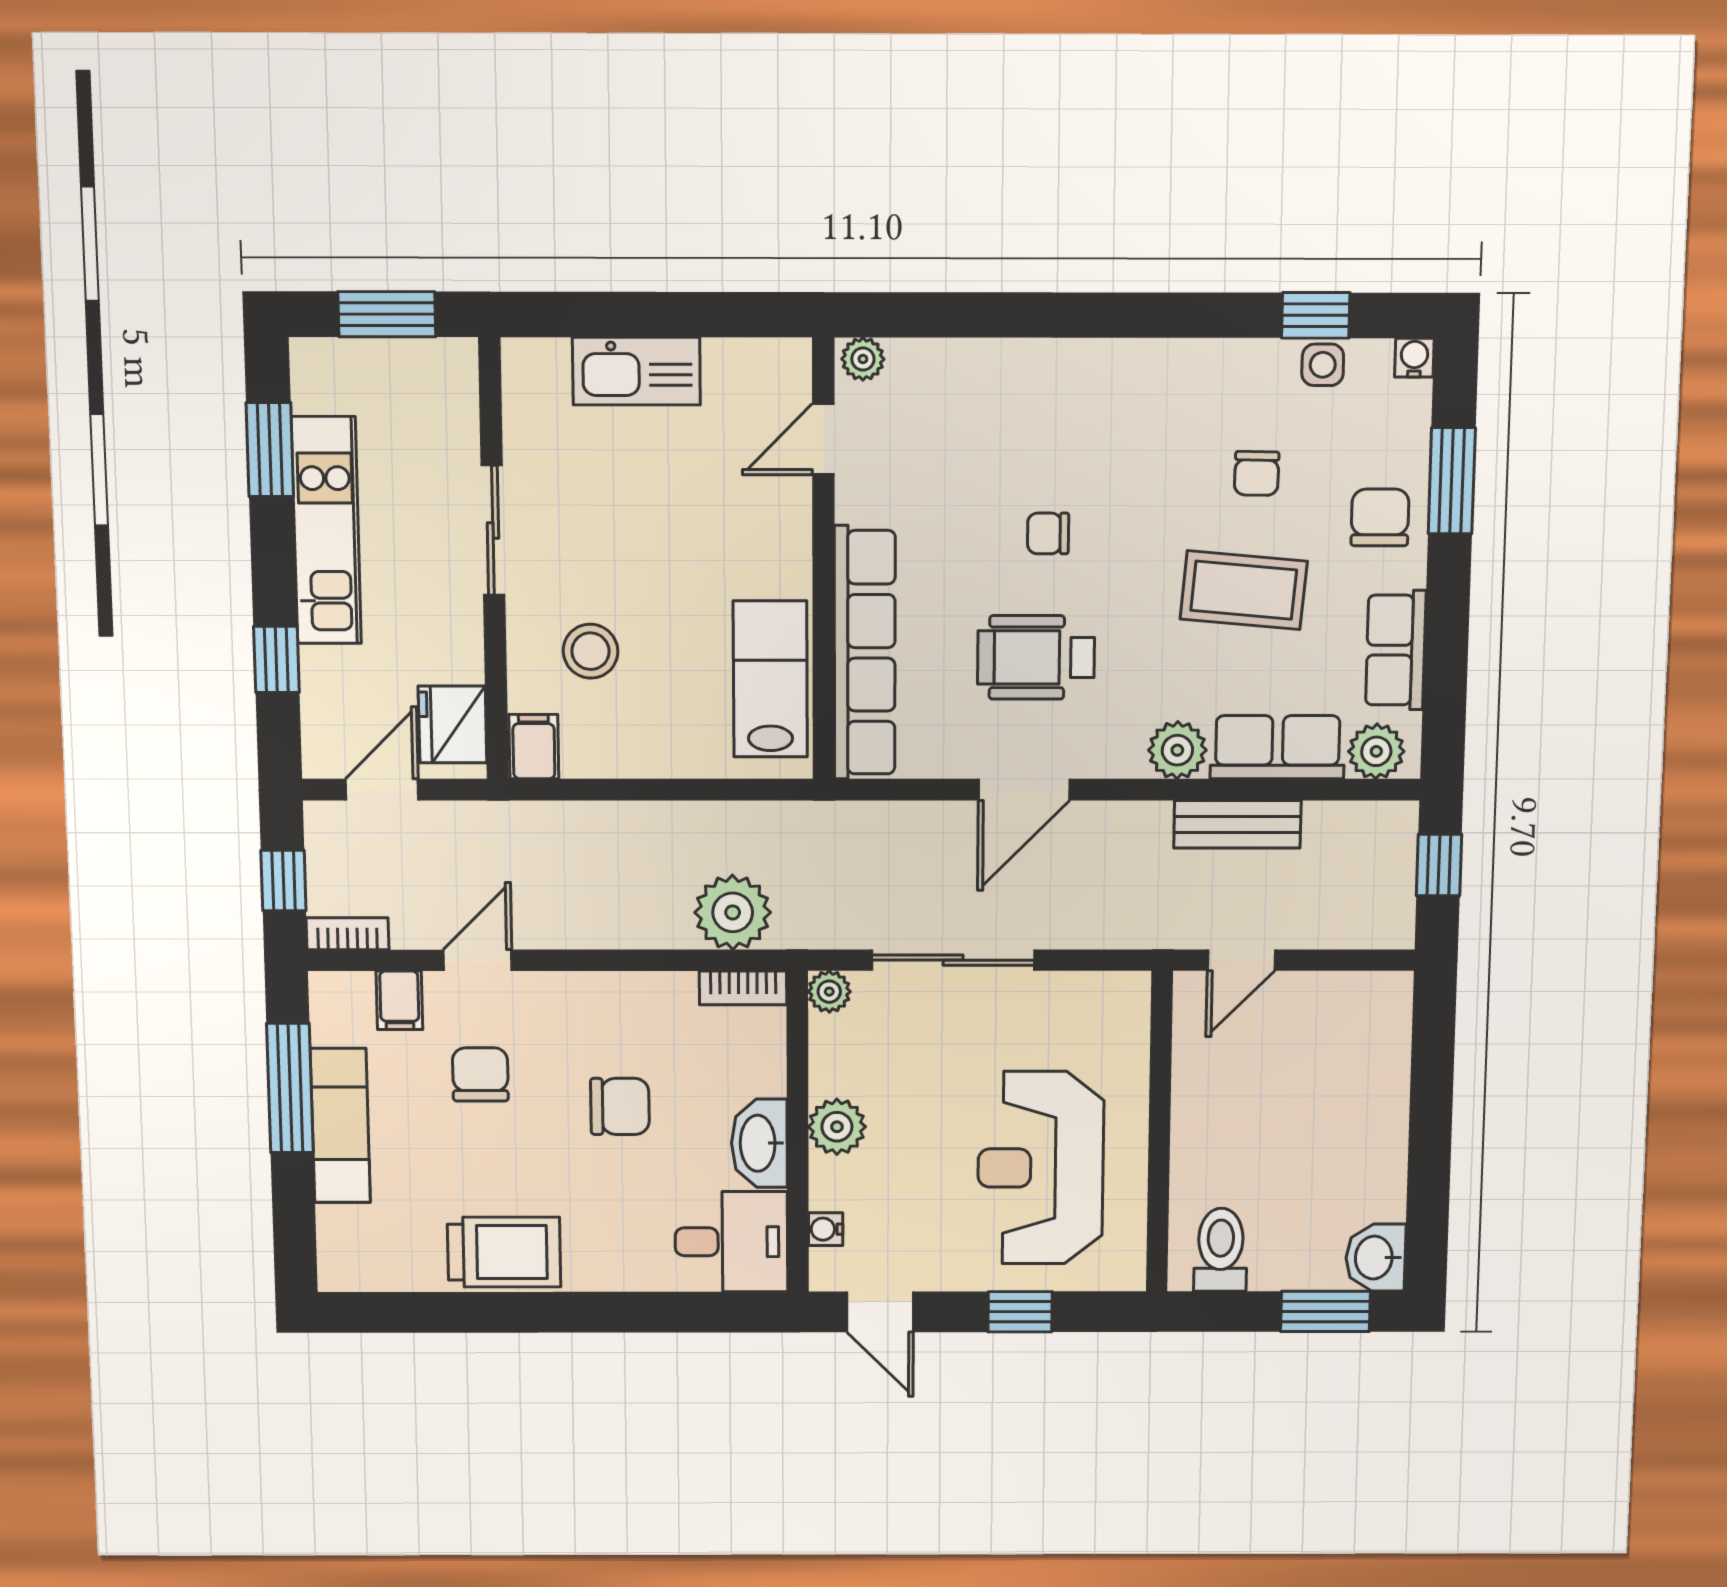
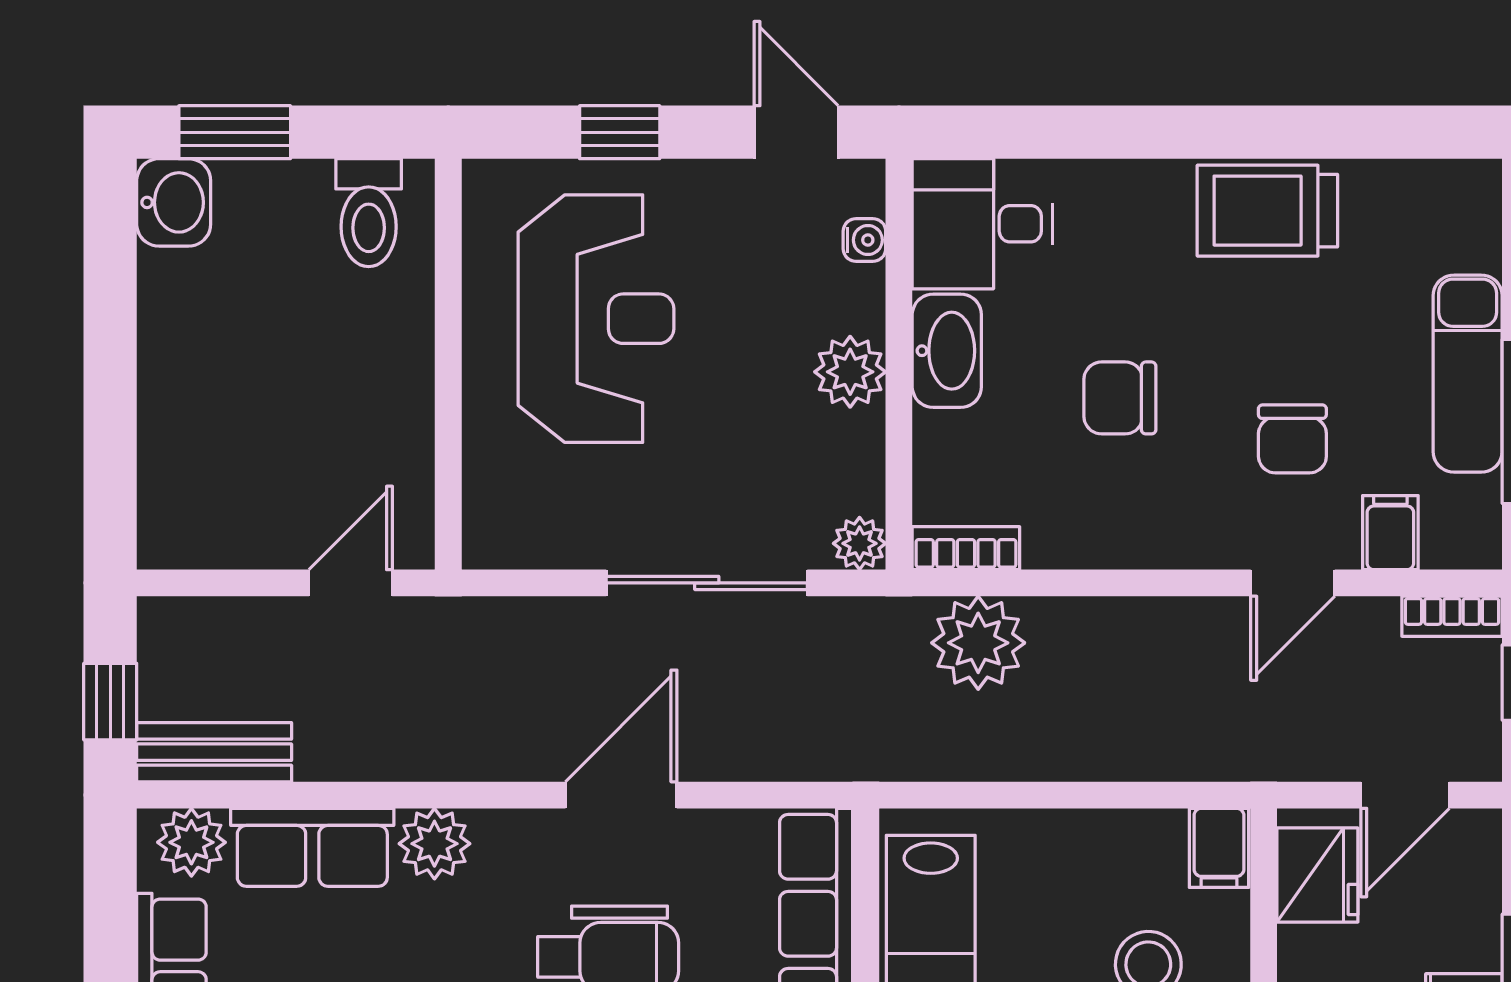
bench: (1237, 824) -> (214, 752), moved

